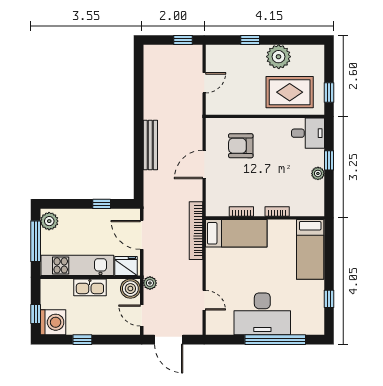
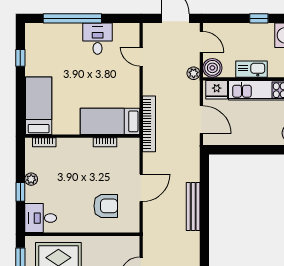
window: (102, 204) -> (240, 150), removed
bookcase: (277, 212) -> (44, 142), moved
desk: (262, 314) -> (98, 39), width x0.53, depth x0.77

